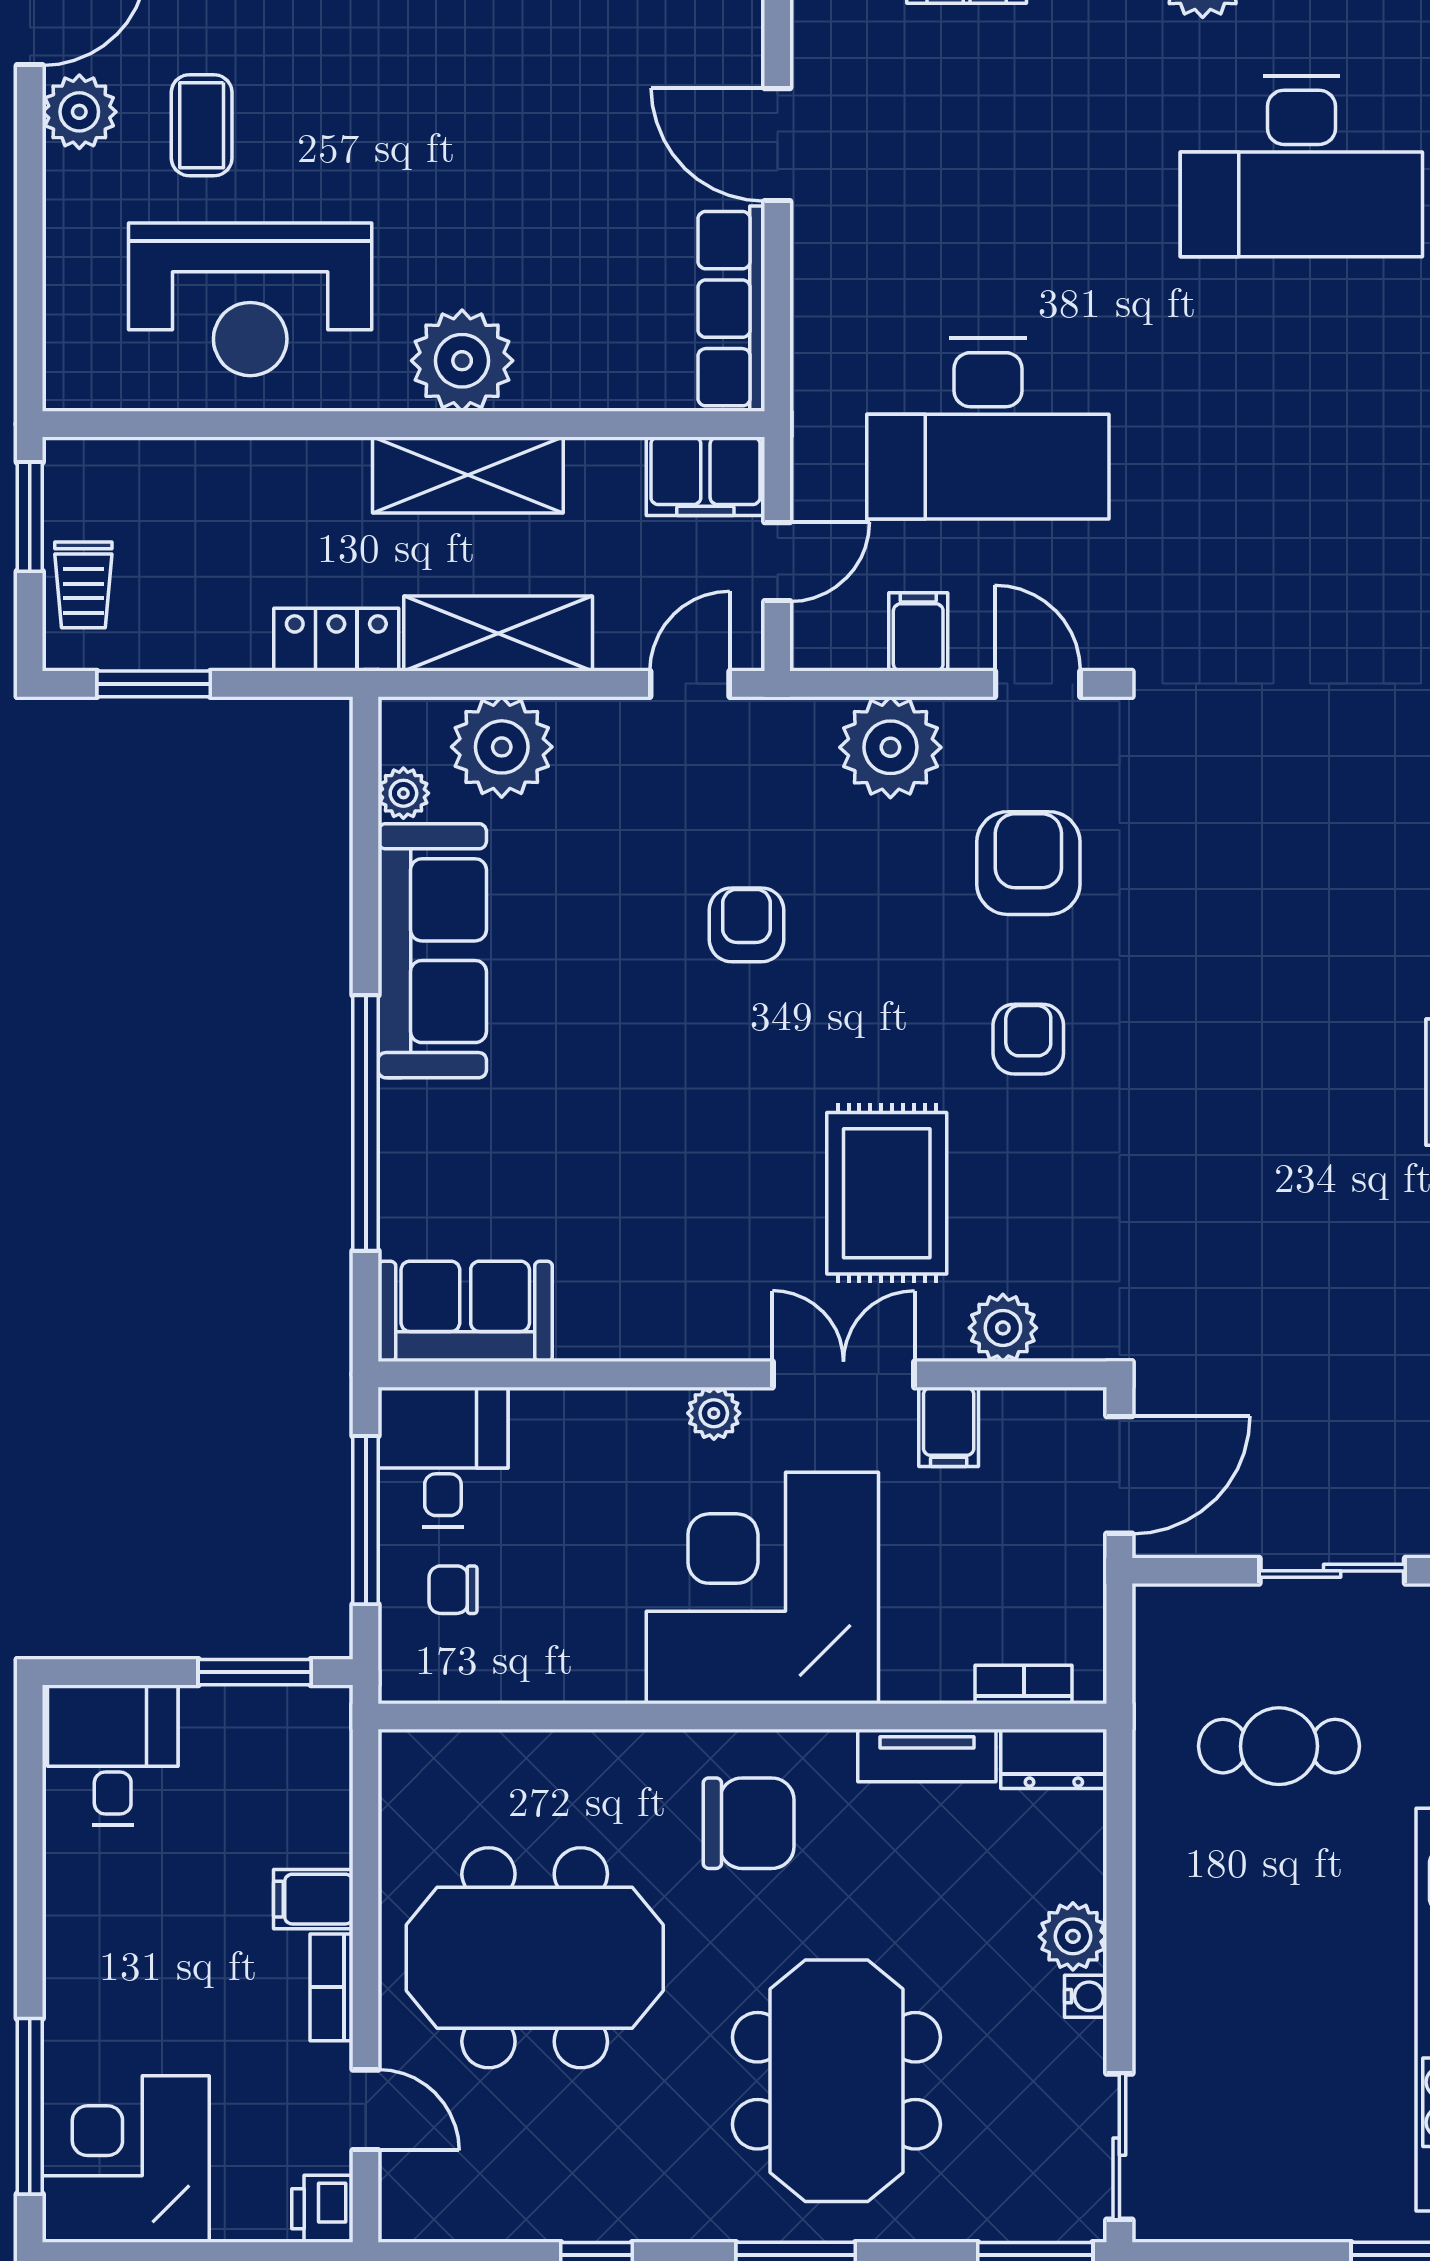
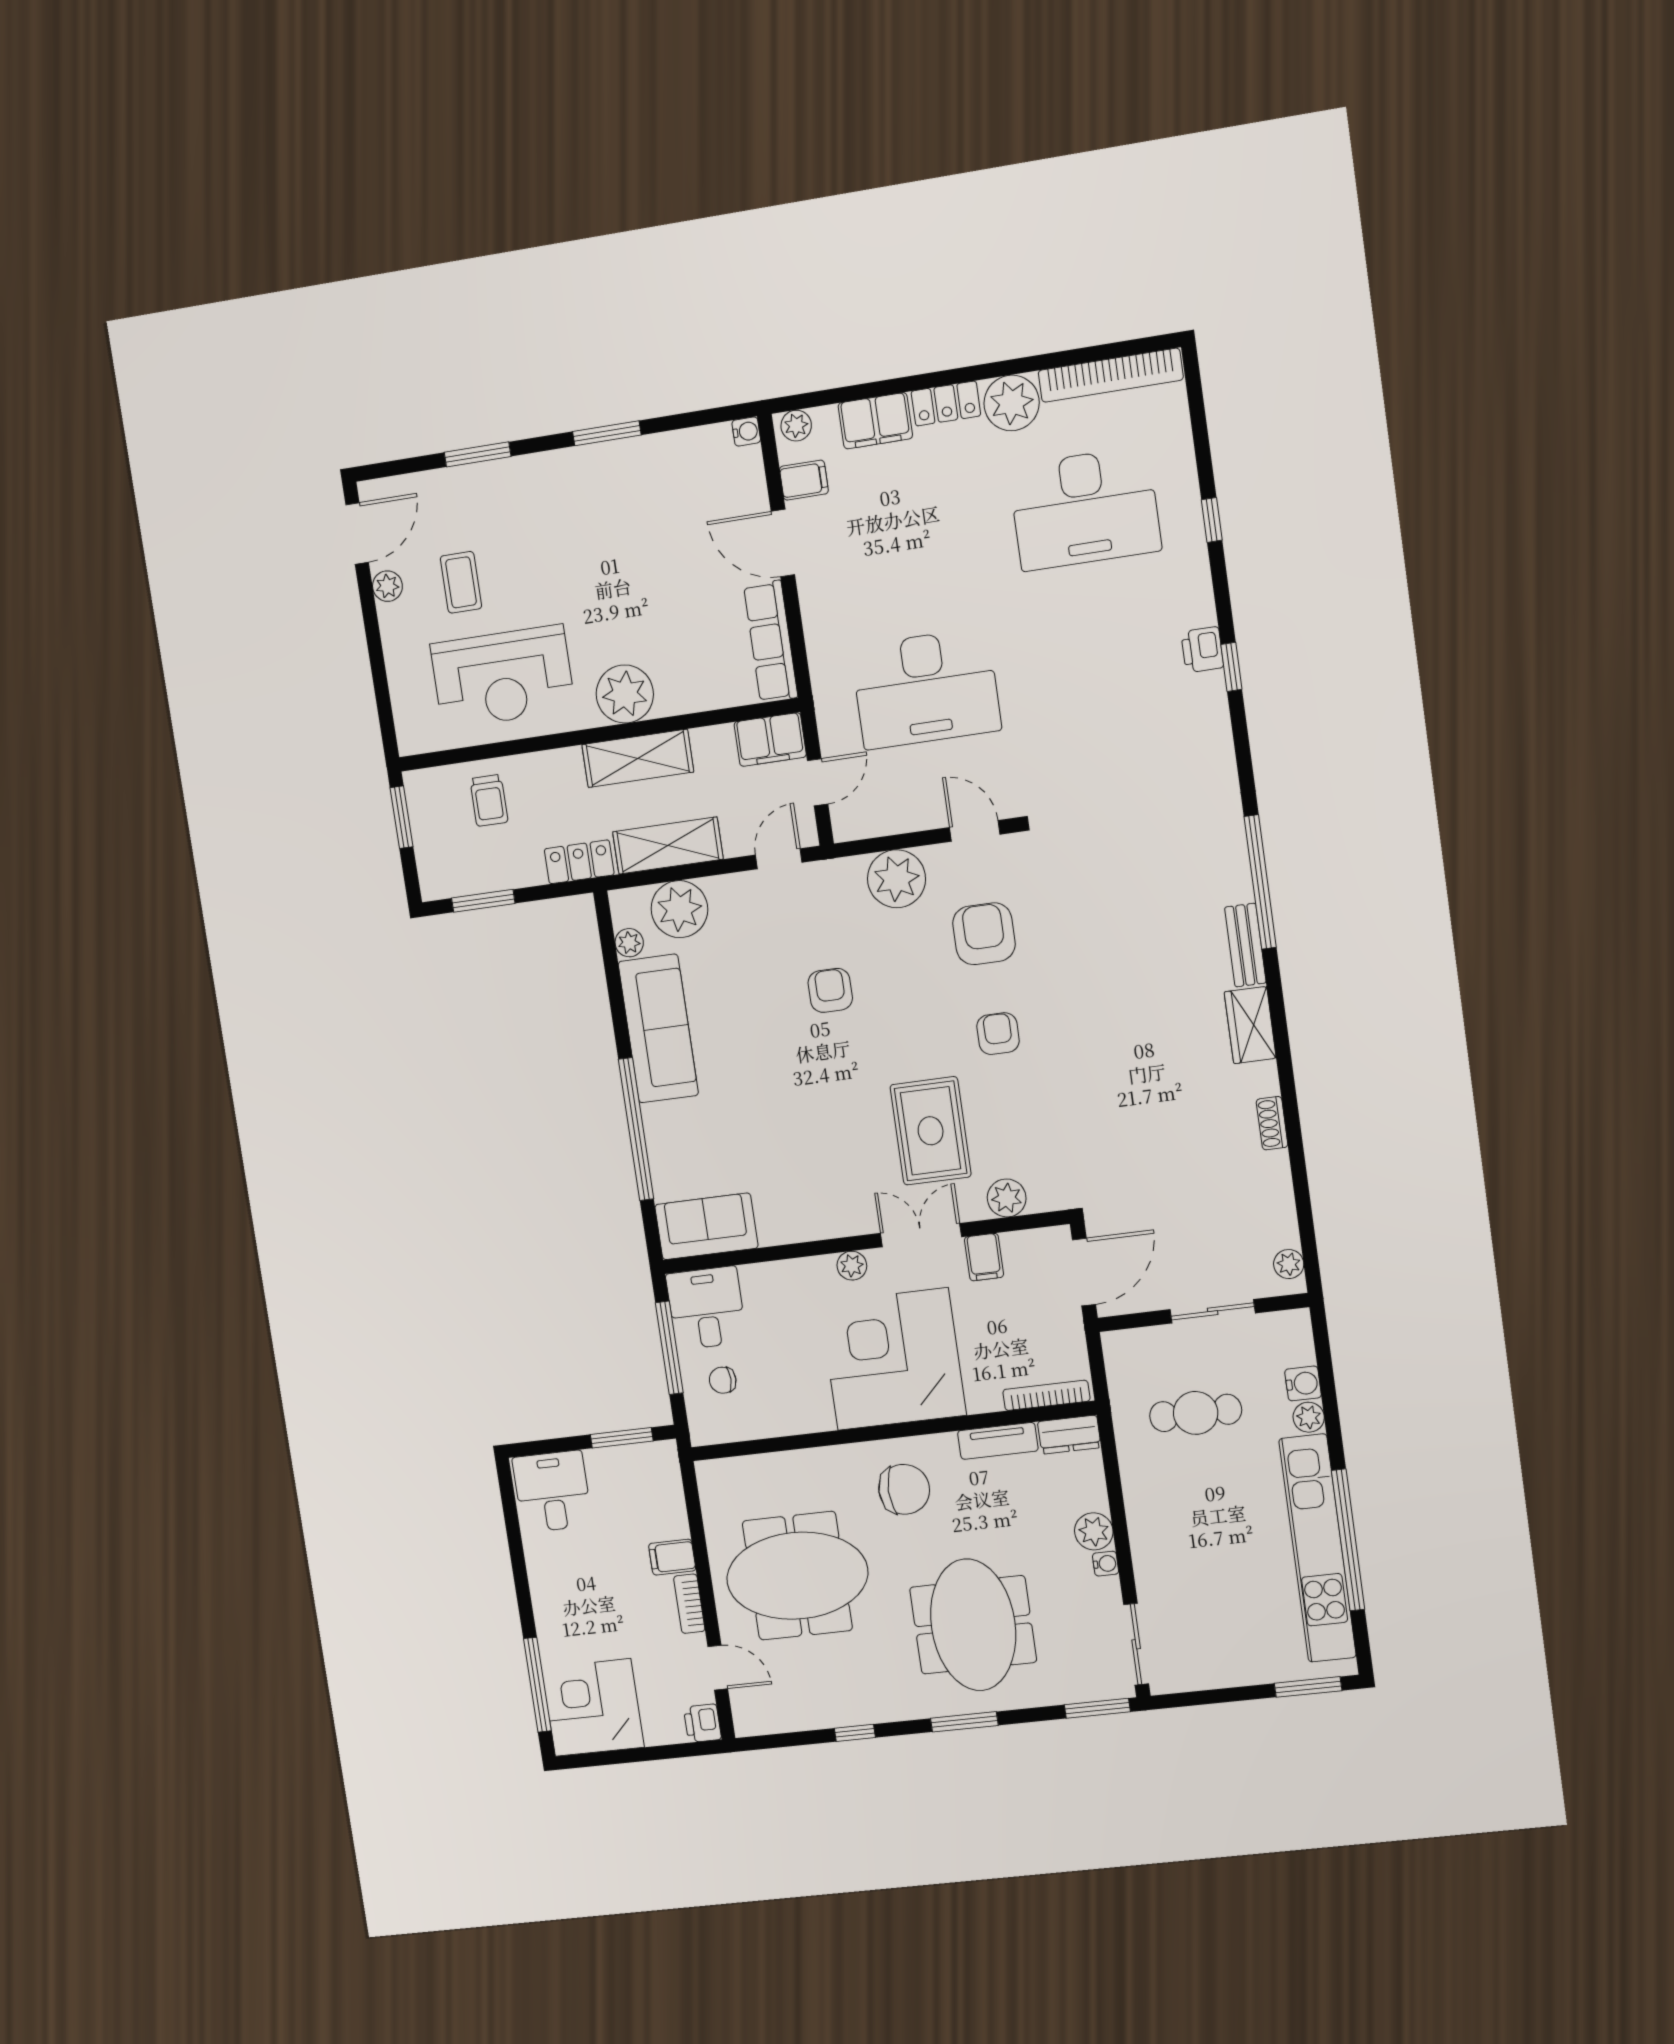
plant: (79, 112) -> (387, 586), width x0.73, depth x0.73
trolley: (83, 585) -> (489, 800), moved
filing cabinet: (918, 632) -> (804, 480), moved, turned 90
bookcase: (1024, 1684) -> (1046, 1395), width x1.56

